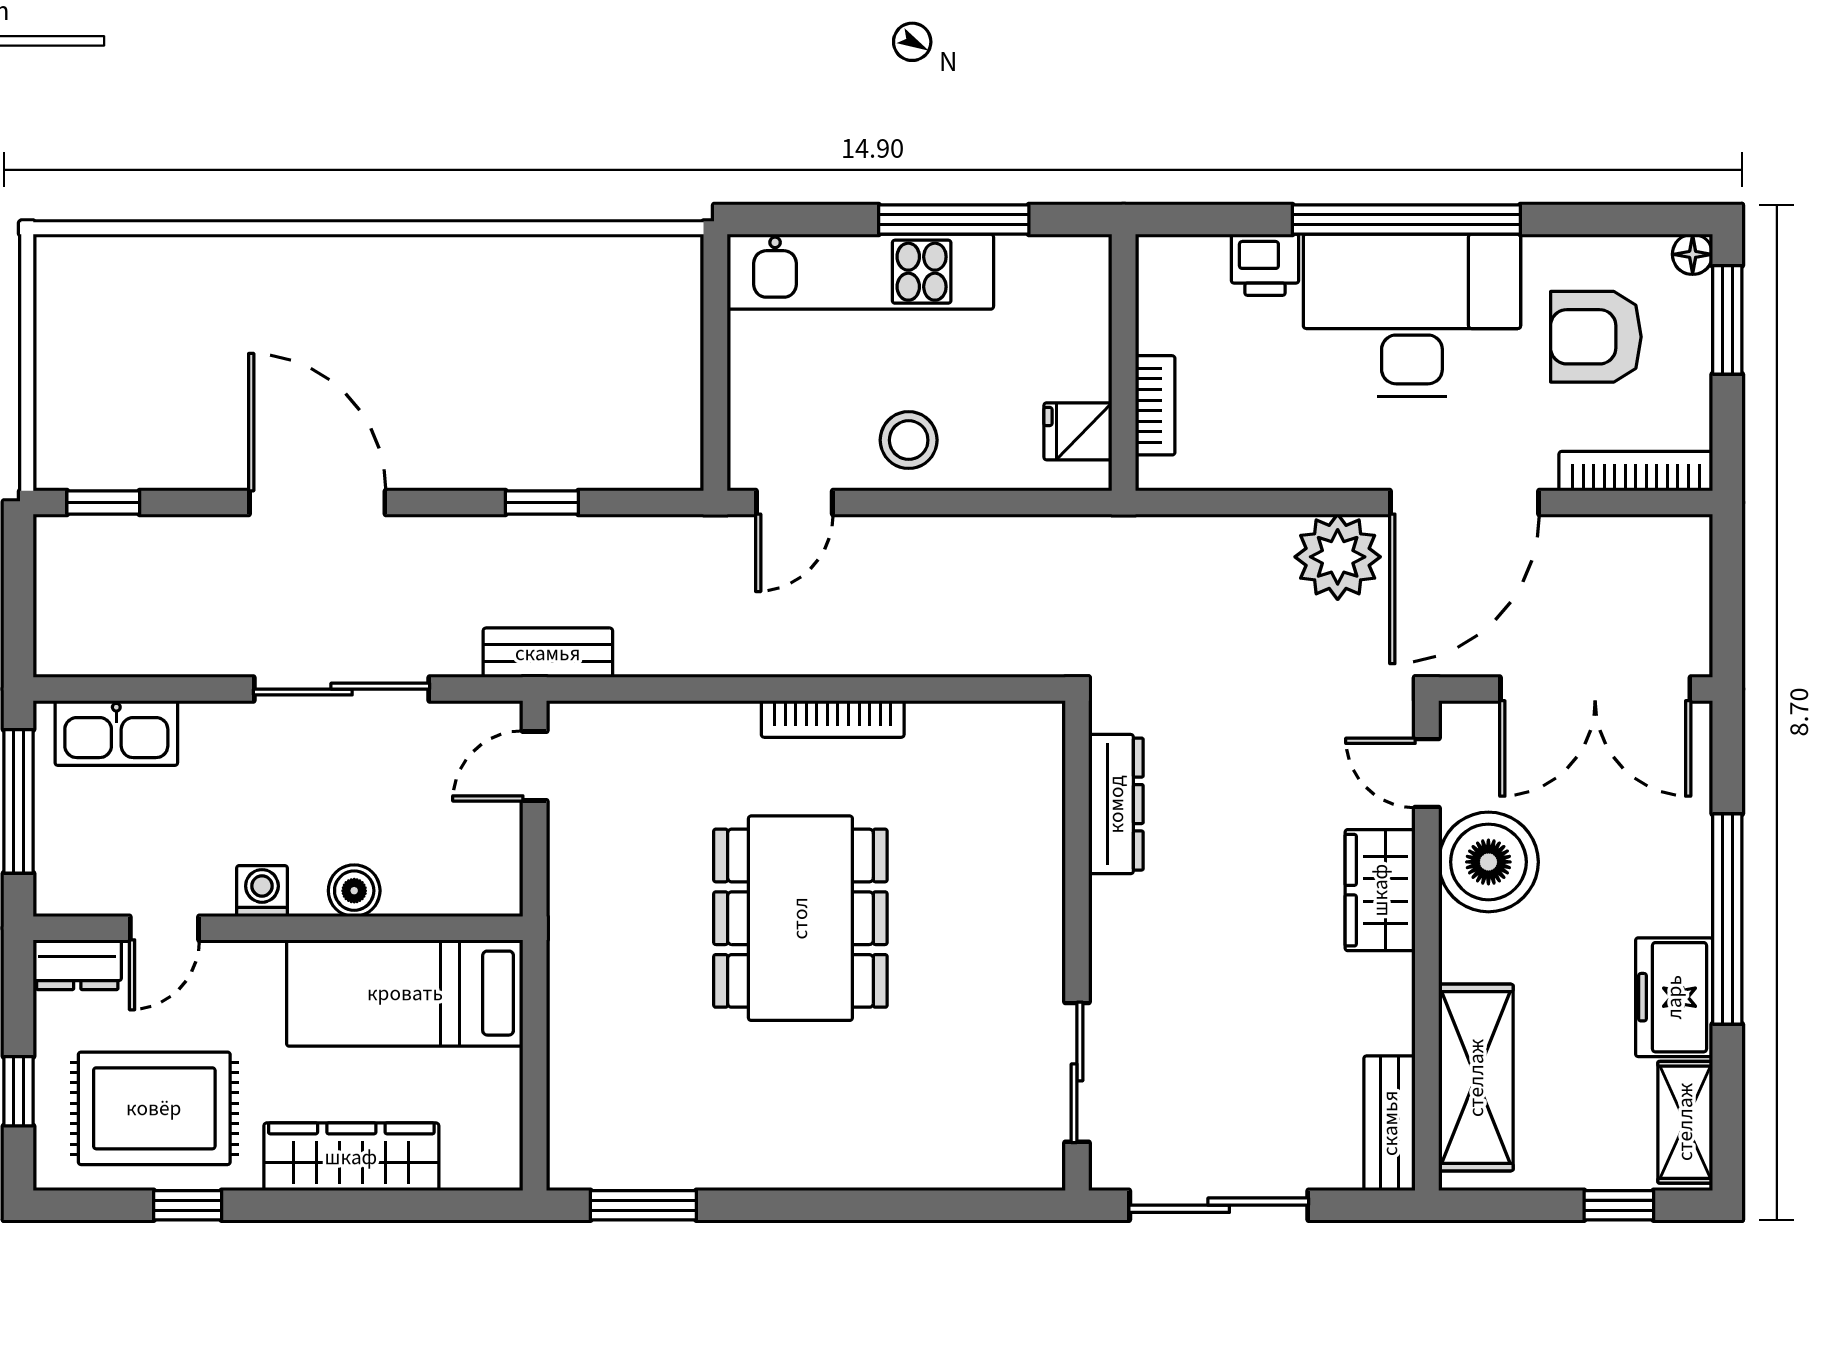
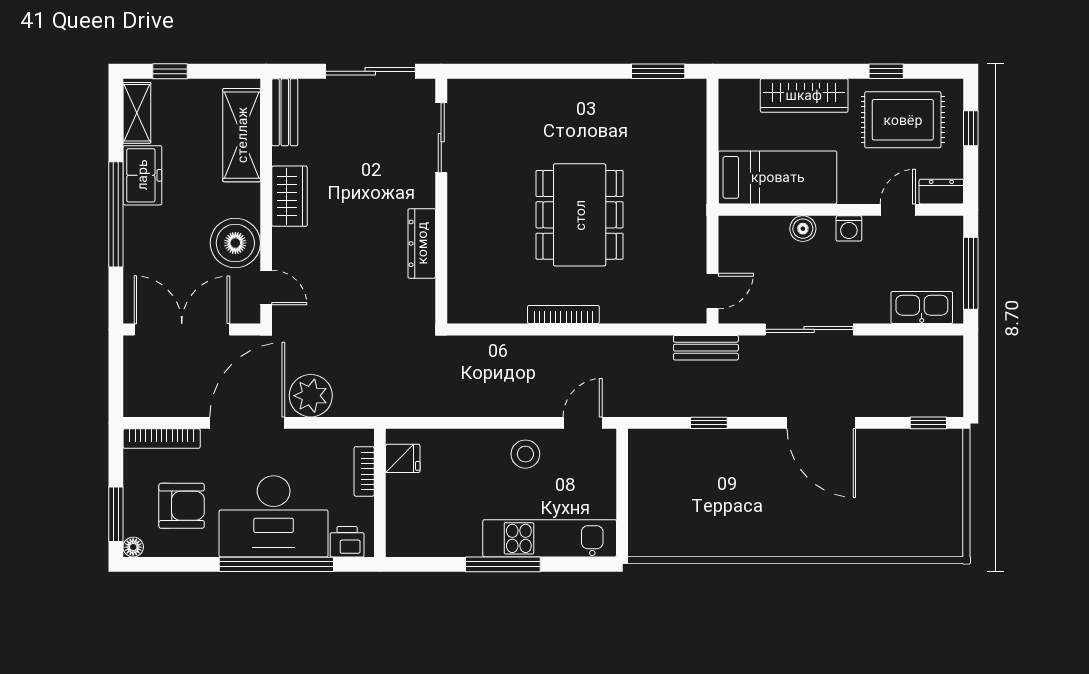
wall: (1124, 362) -> (380, 493), moved
bookcase: (1155, 405) -> (364, 471), moved
fridge: (1078, 431) -> (403, 458), moved
dresser: (1116, 804) -> (422, 243), moved
wardrobe: (1380, 890) -> (290, 196), moved

